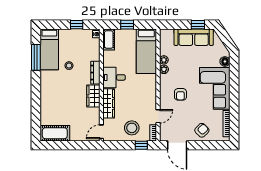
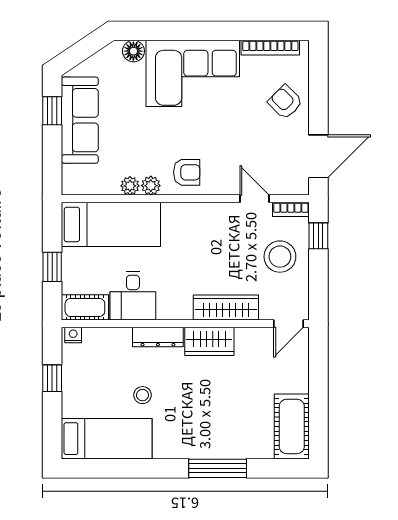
window: (36, 57) -> (218, 468), moved
desk: (114, 77) -> (133, 296), moved
armchair: (180, 94) -> (187, 172), moved
door: (101, 132) -> (289, 324), hinge flipped

